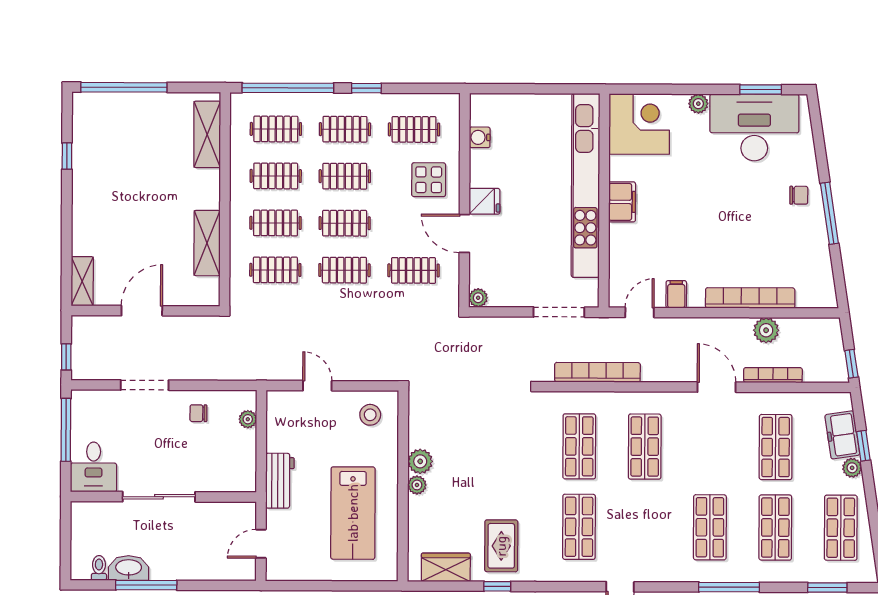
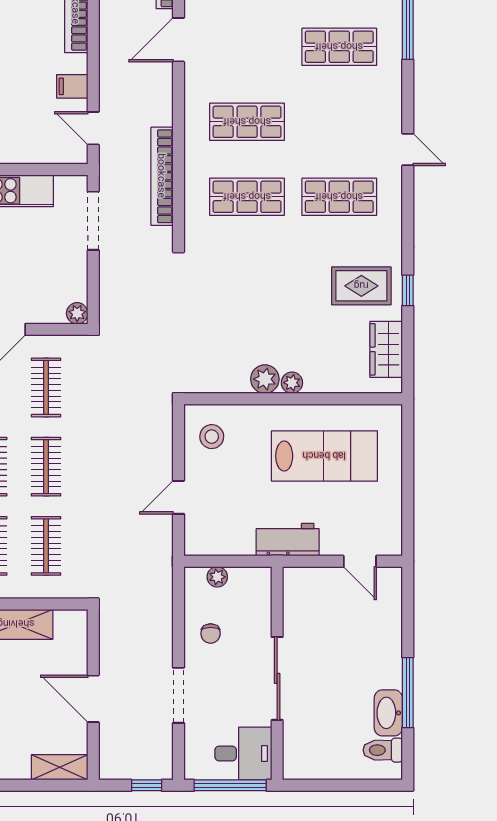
desk: (94, 467) -> (243, 753), moved
sliding door: (159, 497) -> (277, 678), moved
wall: (163, 497) -> (277, 673), moved
toilet: (99, 568) -> (383, 750), width x1.37, depth x1.39

